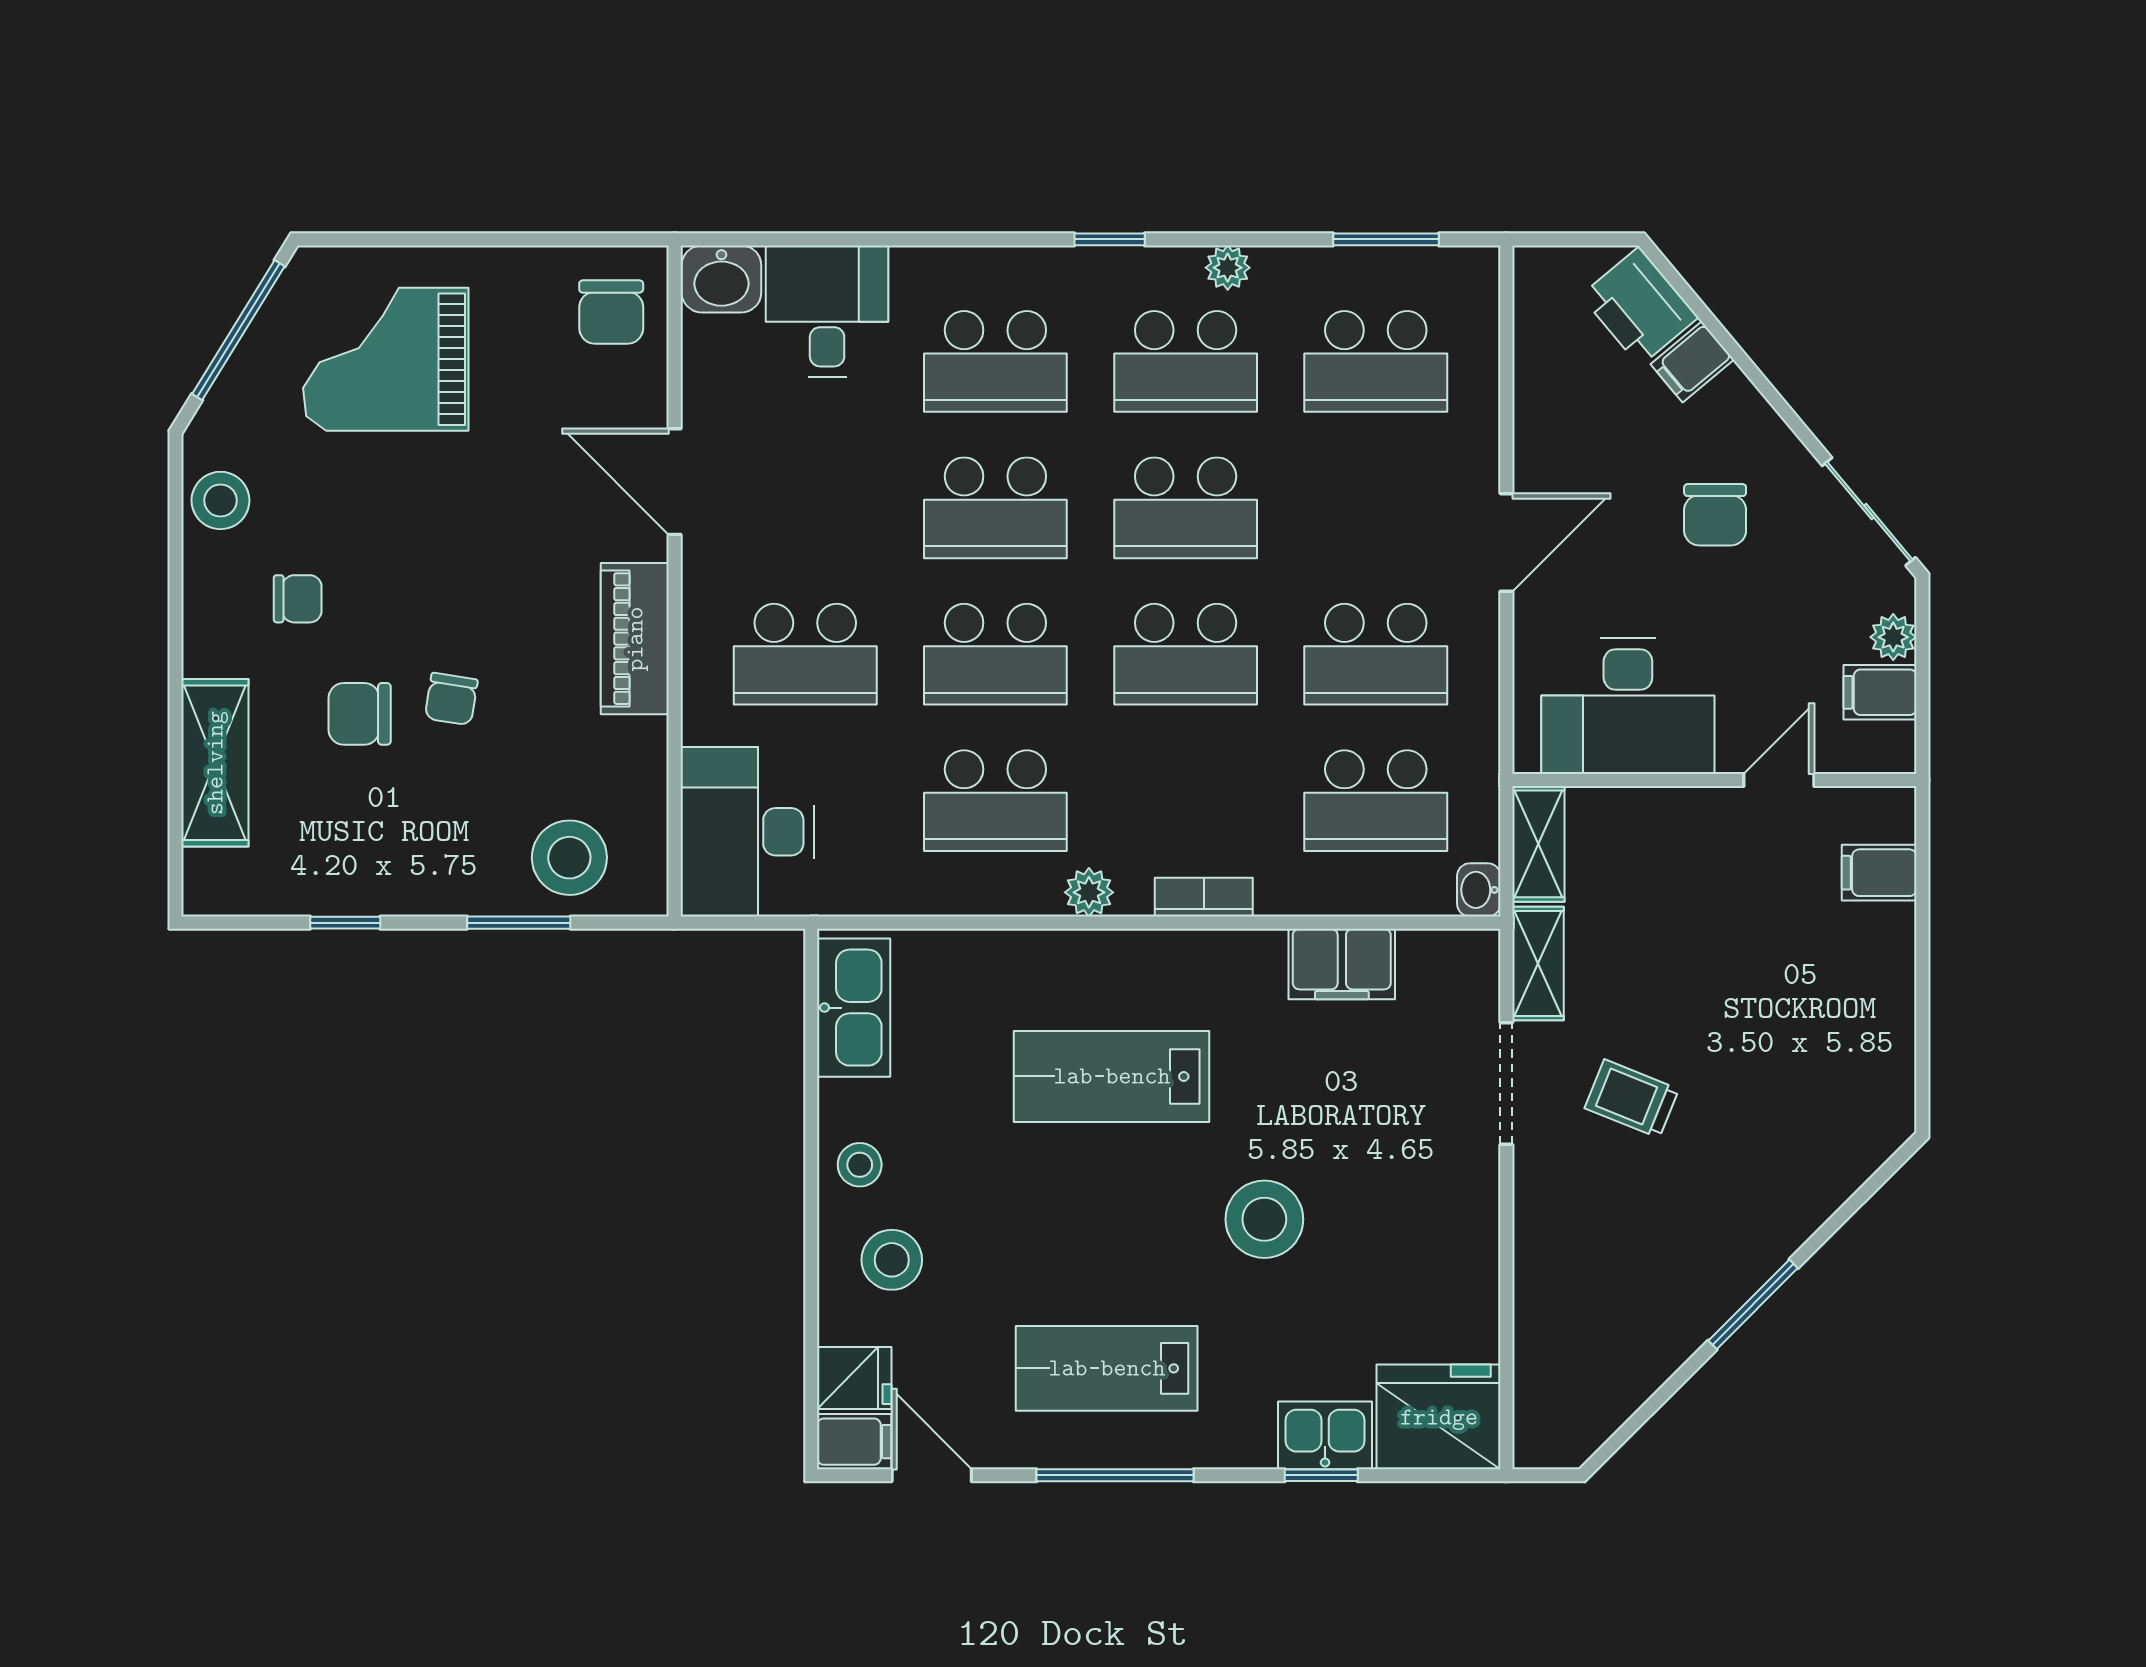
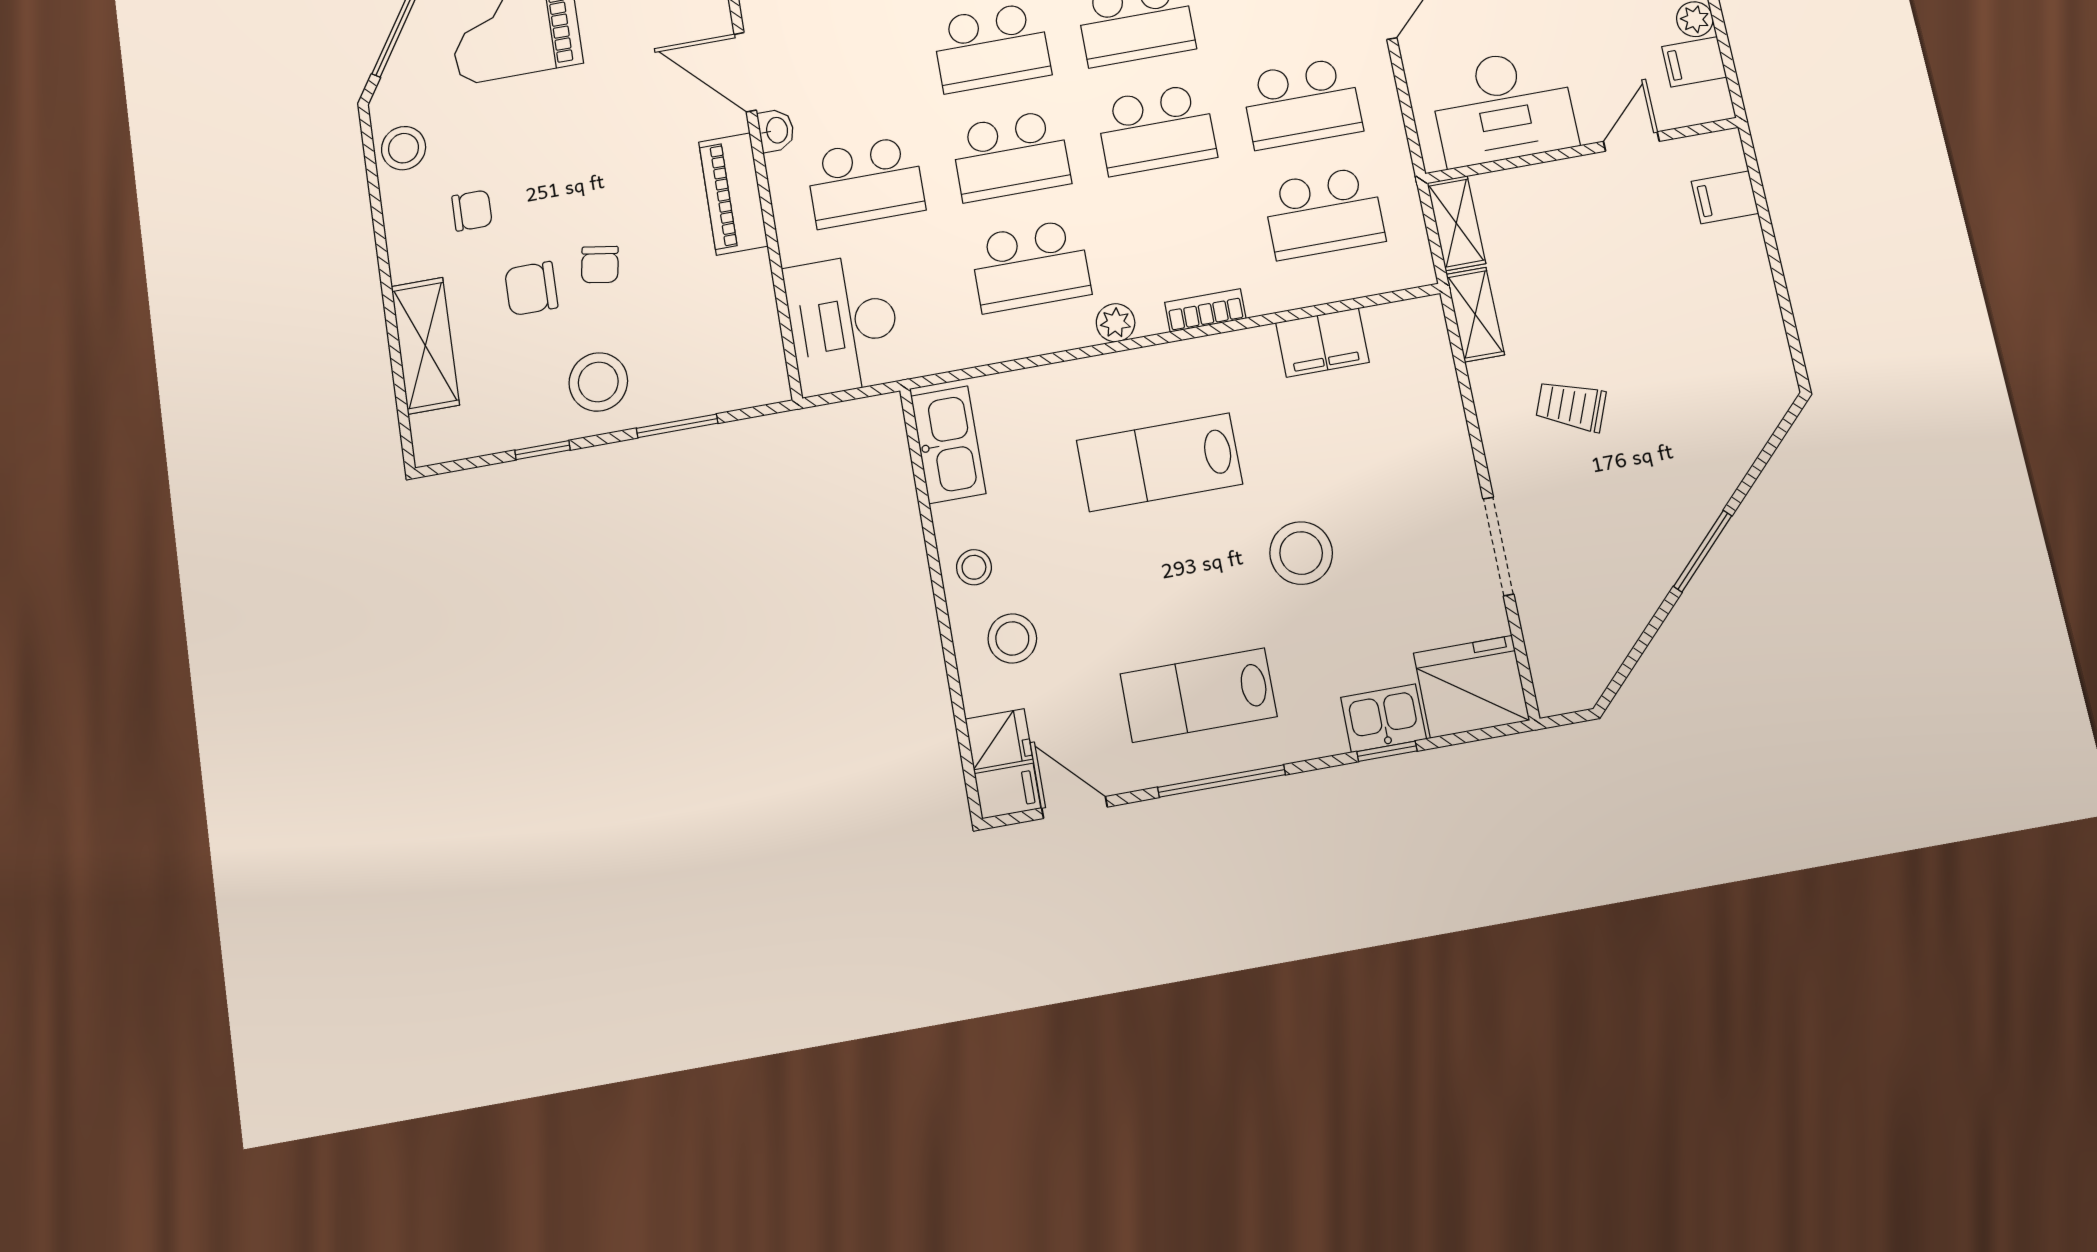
stool: (569, 858) -> (598, 382), moved
washbasin: (1479, 890) -> (776, 130), moved, turned 180
doorway: (1506, 1083) -> (1498, 546), moved

